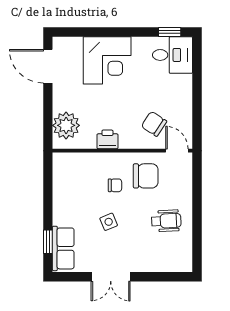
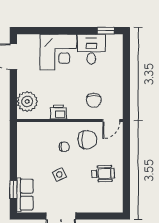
desk: (172, 55) -> (91, 49), moved, turned -90
chair: (154, 124) -> (94, 100), turned -123
door: (177, 151) -> (111, 121), swing flipped

